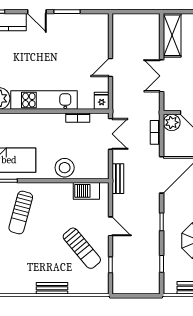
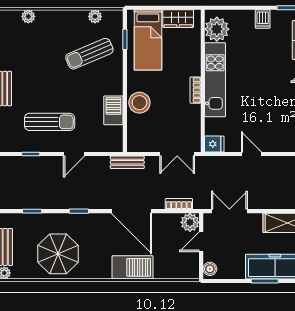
double door: (162, 76) -> (229, 211), moved
bookcase: (78, 118) -> (195, 90), moved
barbecue: (86, 191) -> (113, 110), moved
sun lounger: (21, 212) -> (89, 54), turned -38
sun lounger: (82, 248) -> (50, 122), turned -140

